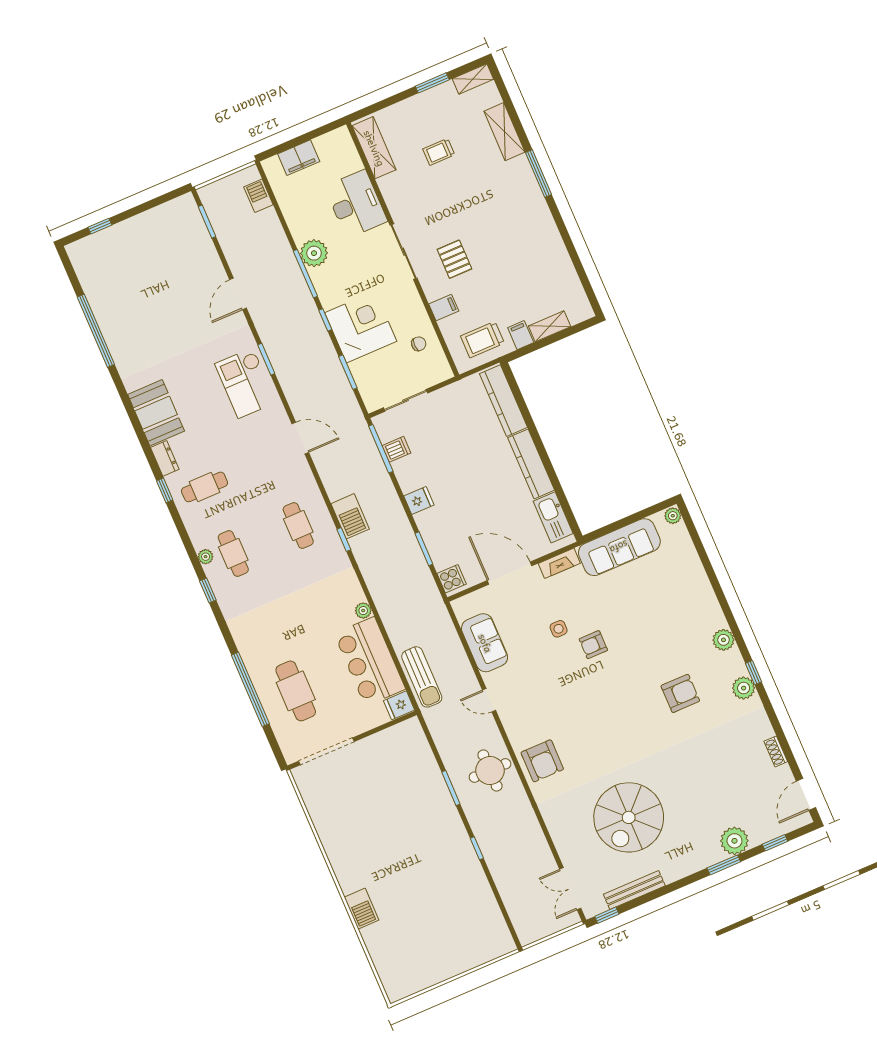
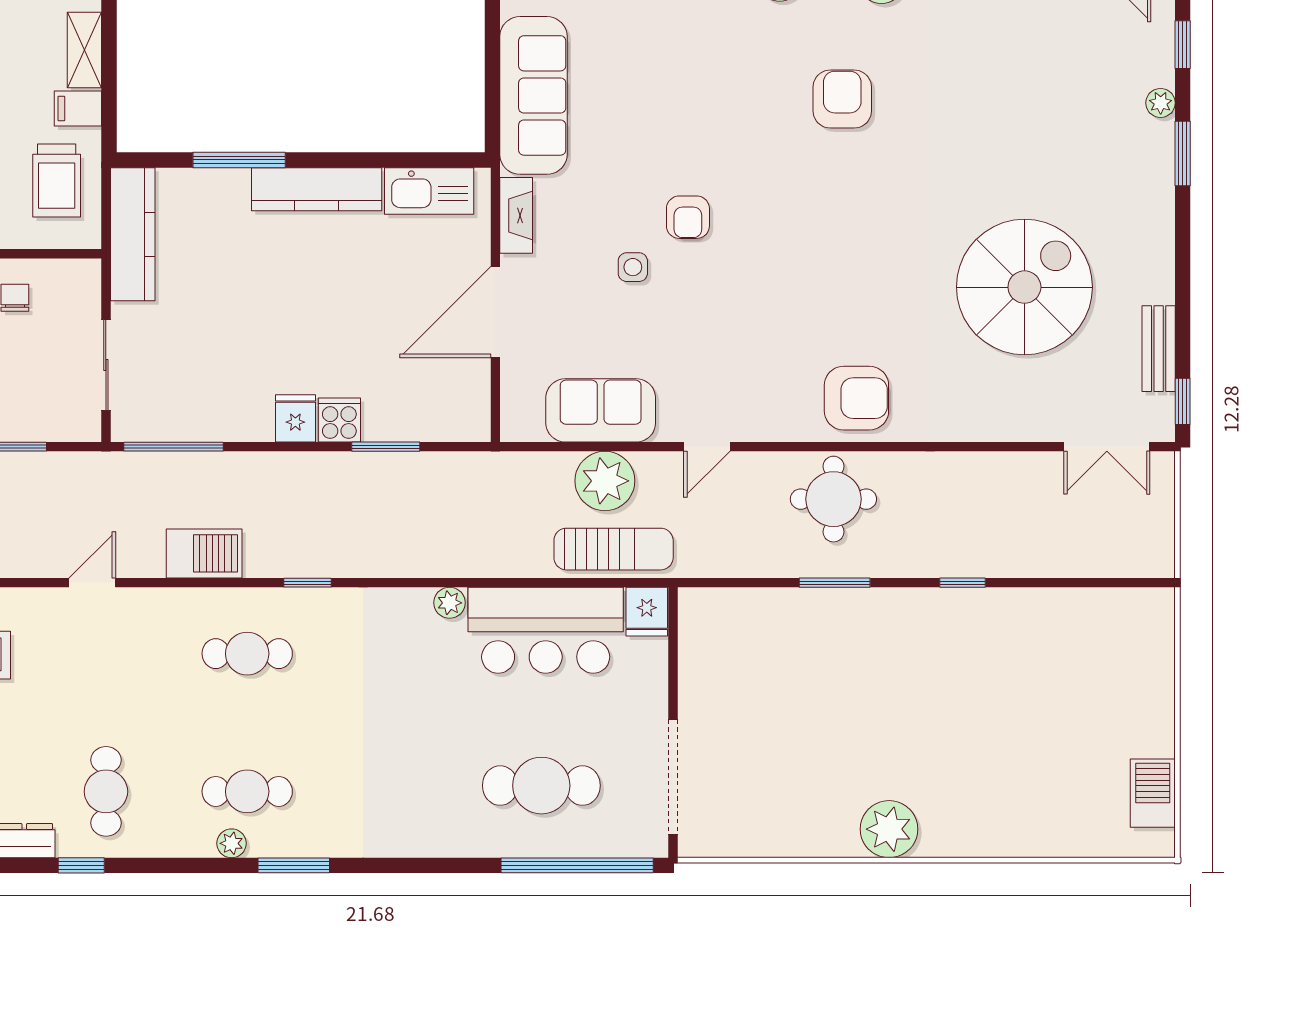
kitchen counter: (504, 401) -> (133, 234), moved, turned -90
window: (529, 422) -> (239, 160), added
door: (300, 438) -> (92, 583), width x0.73
dishwasher: (396, 449) -> (187, 419), removed
barbecue: (350, 516) -> (204, 553), moved
cooker: (452, 579) -> (339, 420), moved
window: (208, 590) -> (294, 865), width x1.50
plant: (452, 659) -> (605, 481), added
window: (250, 689) -> (577, 865), moved
spiral stairs: (629, 817) -> (1024, 287), turned -90
plant: (734, 841) -> (1161, 103), width x0.53, depth x0.53
plant: (346, 864) -> (889, 829), added
bench: (634, 890) -> (1159, 349), width x0.73
barbecue: (362, 909) -> (1153, 793), moved, turned -90

